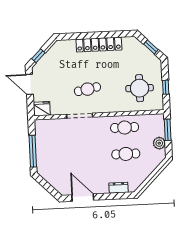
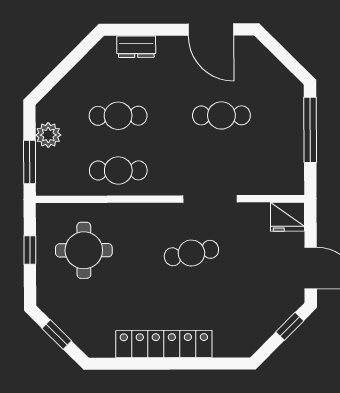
cafe table: (76, 156) -> (221, 115), added

